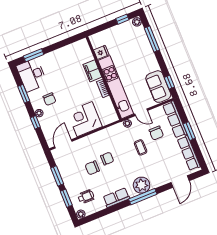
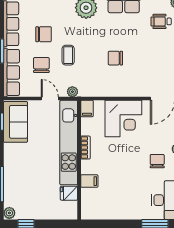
filing cabinet: (92, 71) -> (89, 181), width x0.50
filing cabinet: (113, 116) -> (87, 108), added
chair: (92, 168) -> (44, 34), moved

